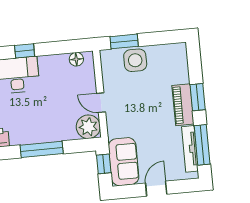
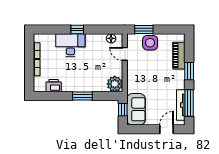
door: (101, 103) -> (125, 54), moved
piano: (183, 105) -> (179, 56), moved
window: (42, 149) -> (82, 96), width x0.69
door: (156, 189) -> (167, 129), moved

